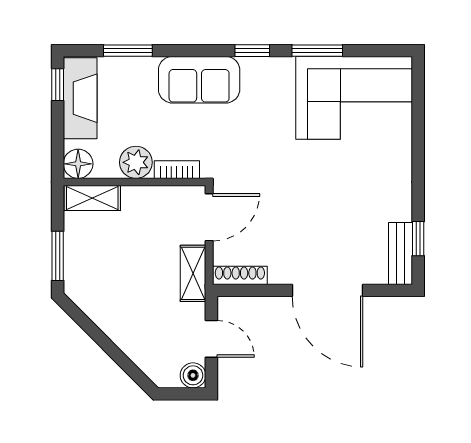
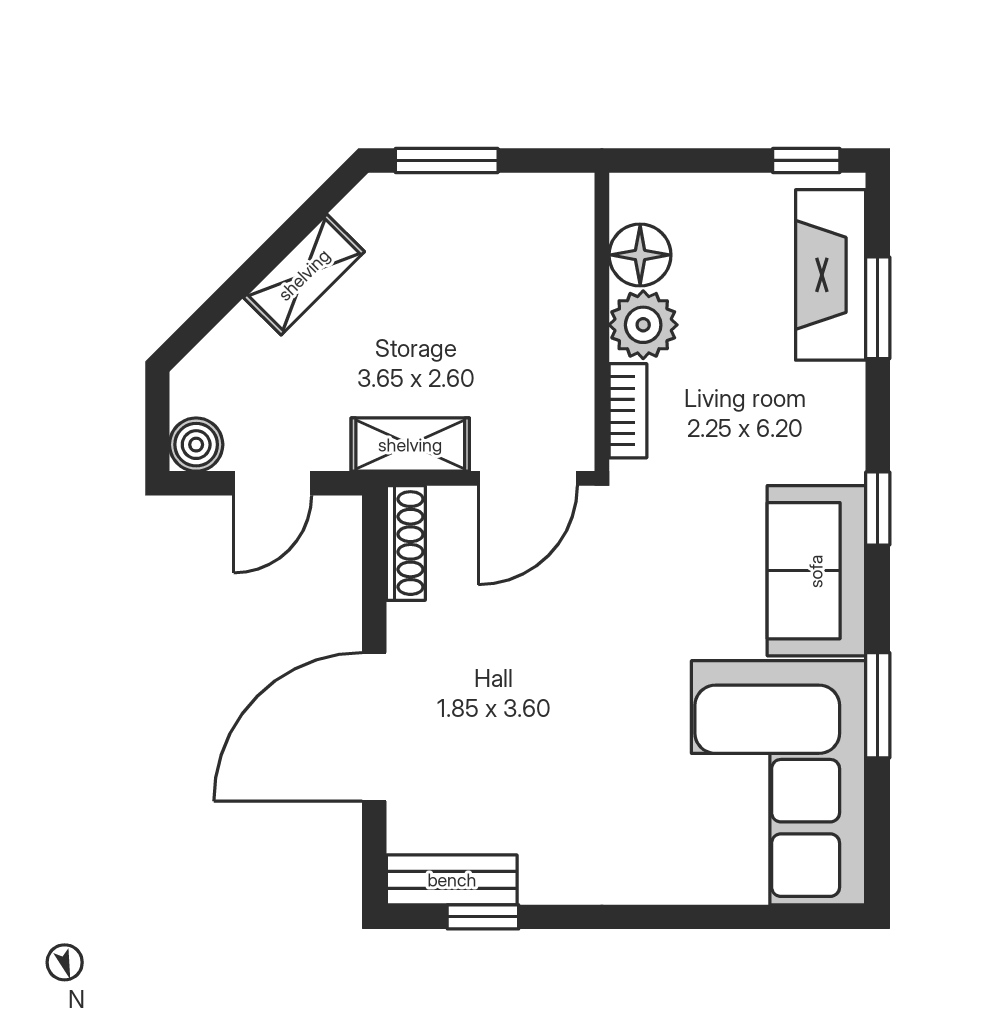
window: (252, 51) -> (878, 509), moved
sofa: (199, 80) -> (816, 571), moved
fireplace: (80, 98) -> (831, 275), moved, turned 90
floor lamp: (78, 164) -> (640, 255), moved
shelving: (92, 198) -> (304, 275), moved, turned 45
door: (209, 217) -> (528, 478), hinge flipped

